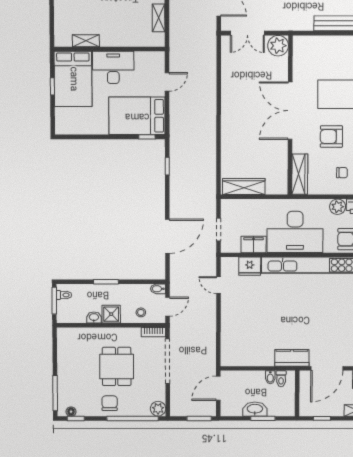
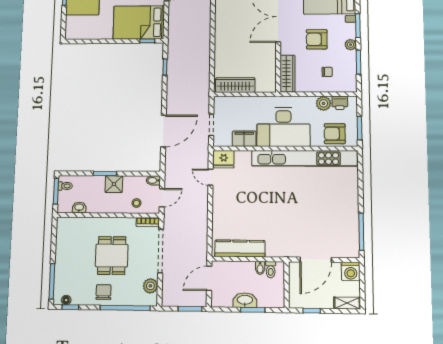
fridge: (250, 266) -> (224, 159), moved
shower: (111, 314) -> (114, 184), moved
washbasin: (94, 317) -> (79, 207), moved
kitchen counter: (292, 358) -> (240, 248), moved, width x1.50
plant: (158, 409) -> (150, 286), moved

